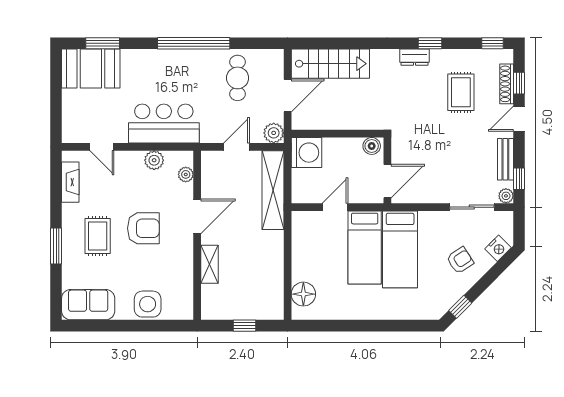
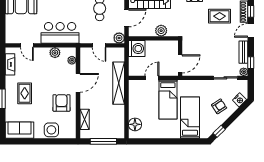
rug: (461, 92) -> (220, 16), turned 90
plant: (352, 119) -> (161, 31), added
boiler: (372, 146) -> (172, 45), removed
door: (236, 147) -> (99, 45), swing flipped
shelving: (273, 190) -> (119, 83), moved
armchair: (143, 228) -> (61, 103), moved, turned -90
bed: (400, 249) -> (190, 118), moved, turned 180
shelving: (210, 264) -> (85, 119), moved
window: (245, 326) -> (103, 141), width x2.17

